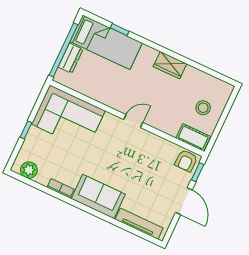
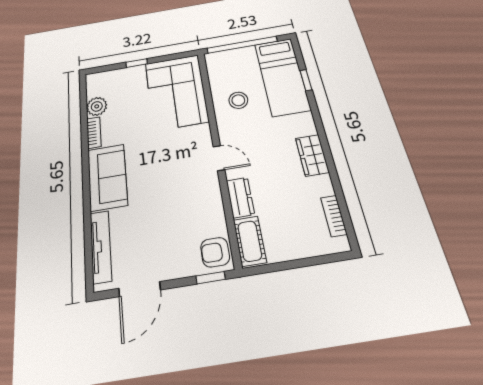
dresser: (71, 58) -> (240, 197), moved, turned -90
bookcase: (211, 81) -> (334, 216), added
stool: (203, 108) -> (238, 100), moved
plant: (29, 170) -> (97, 106), moved
door: (184, 201) -> (139, 289), moved

